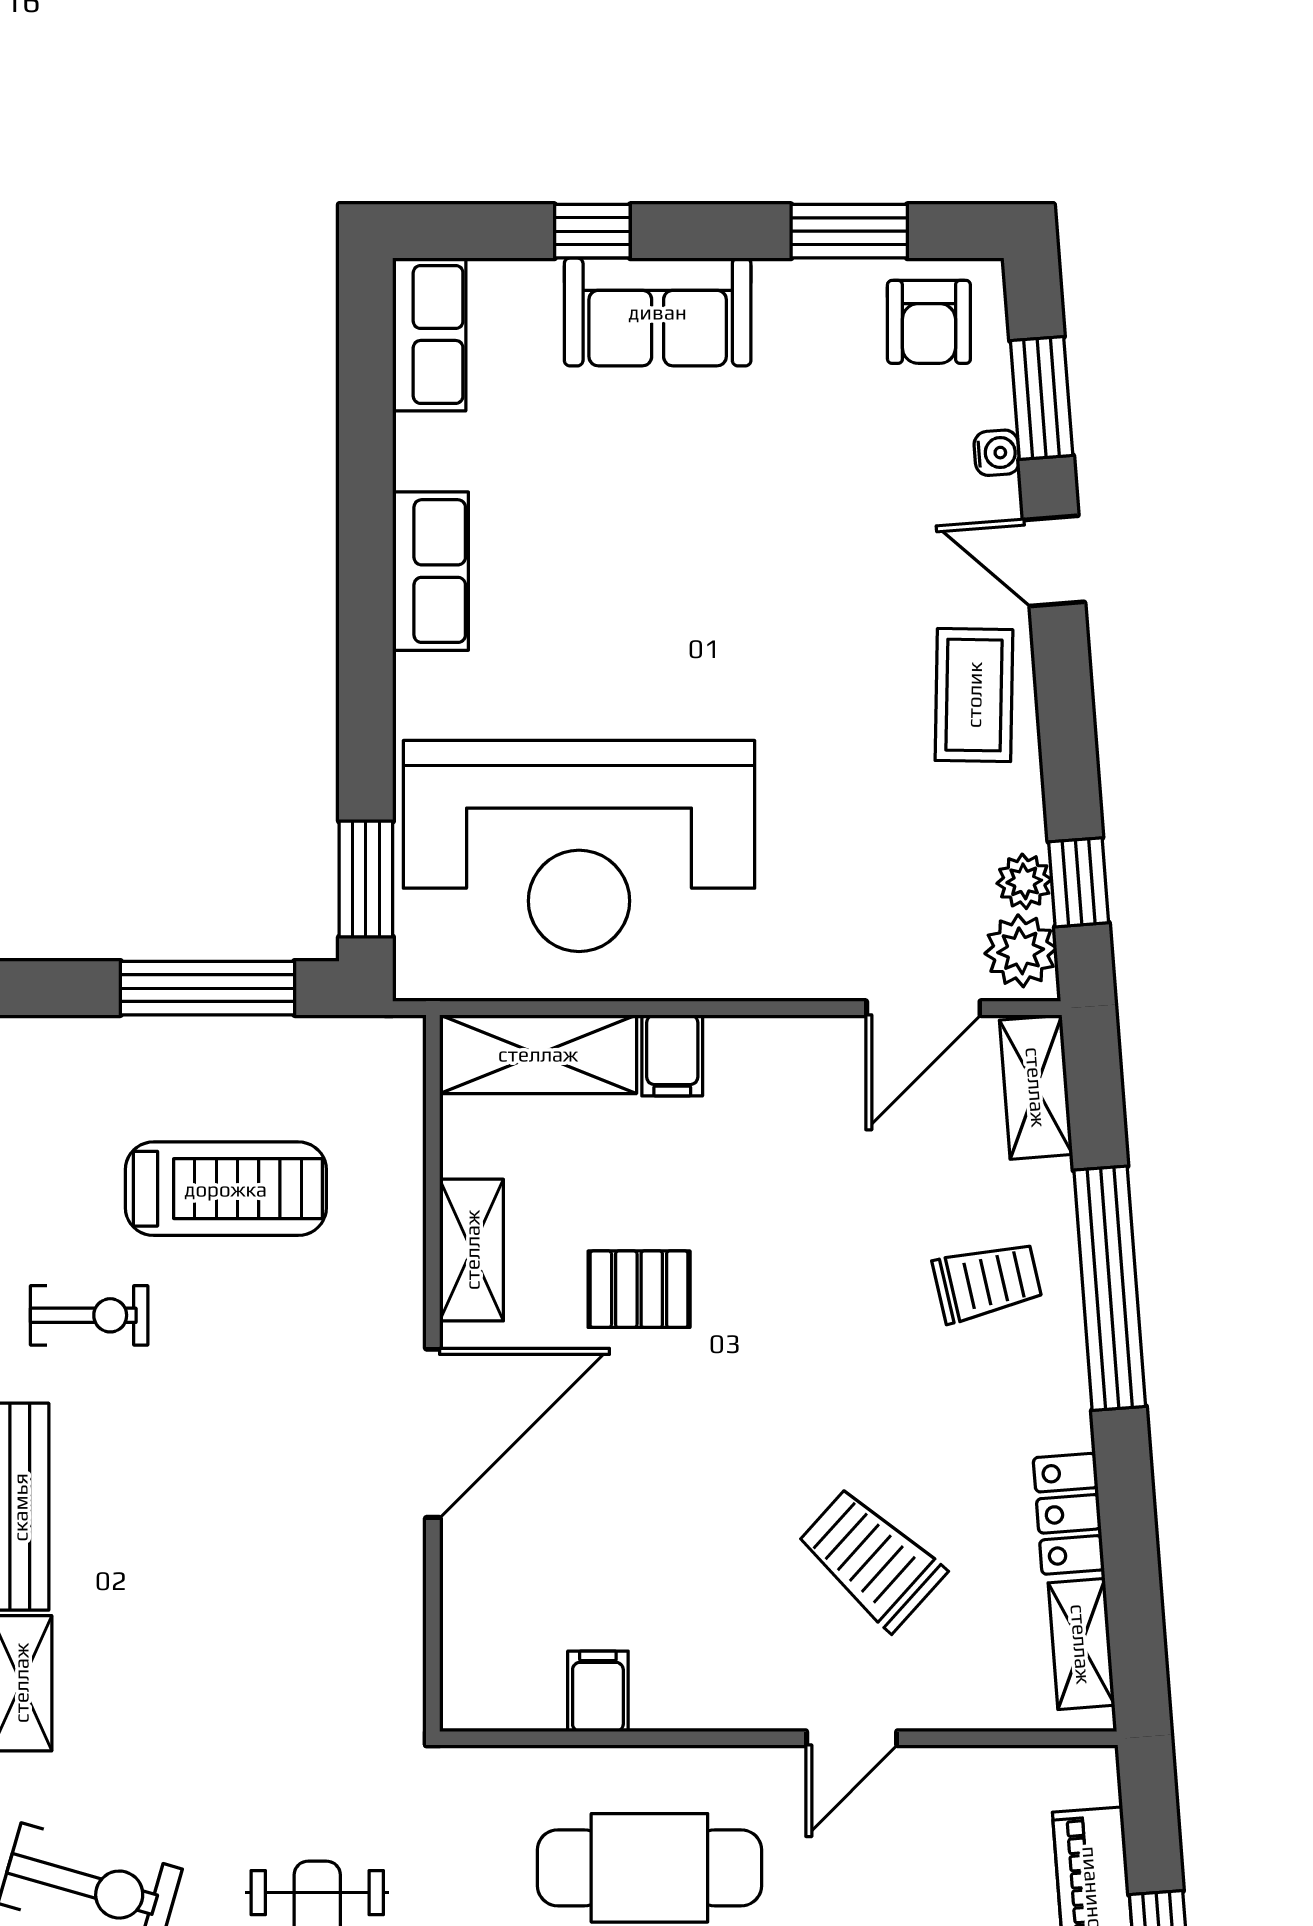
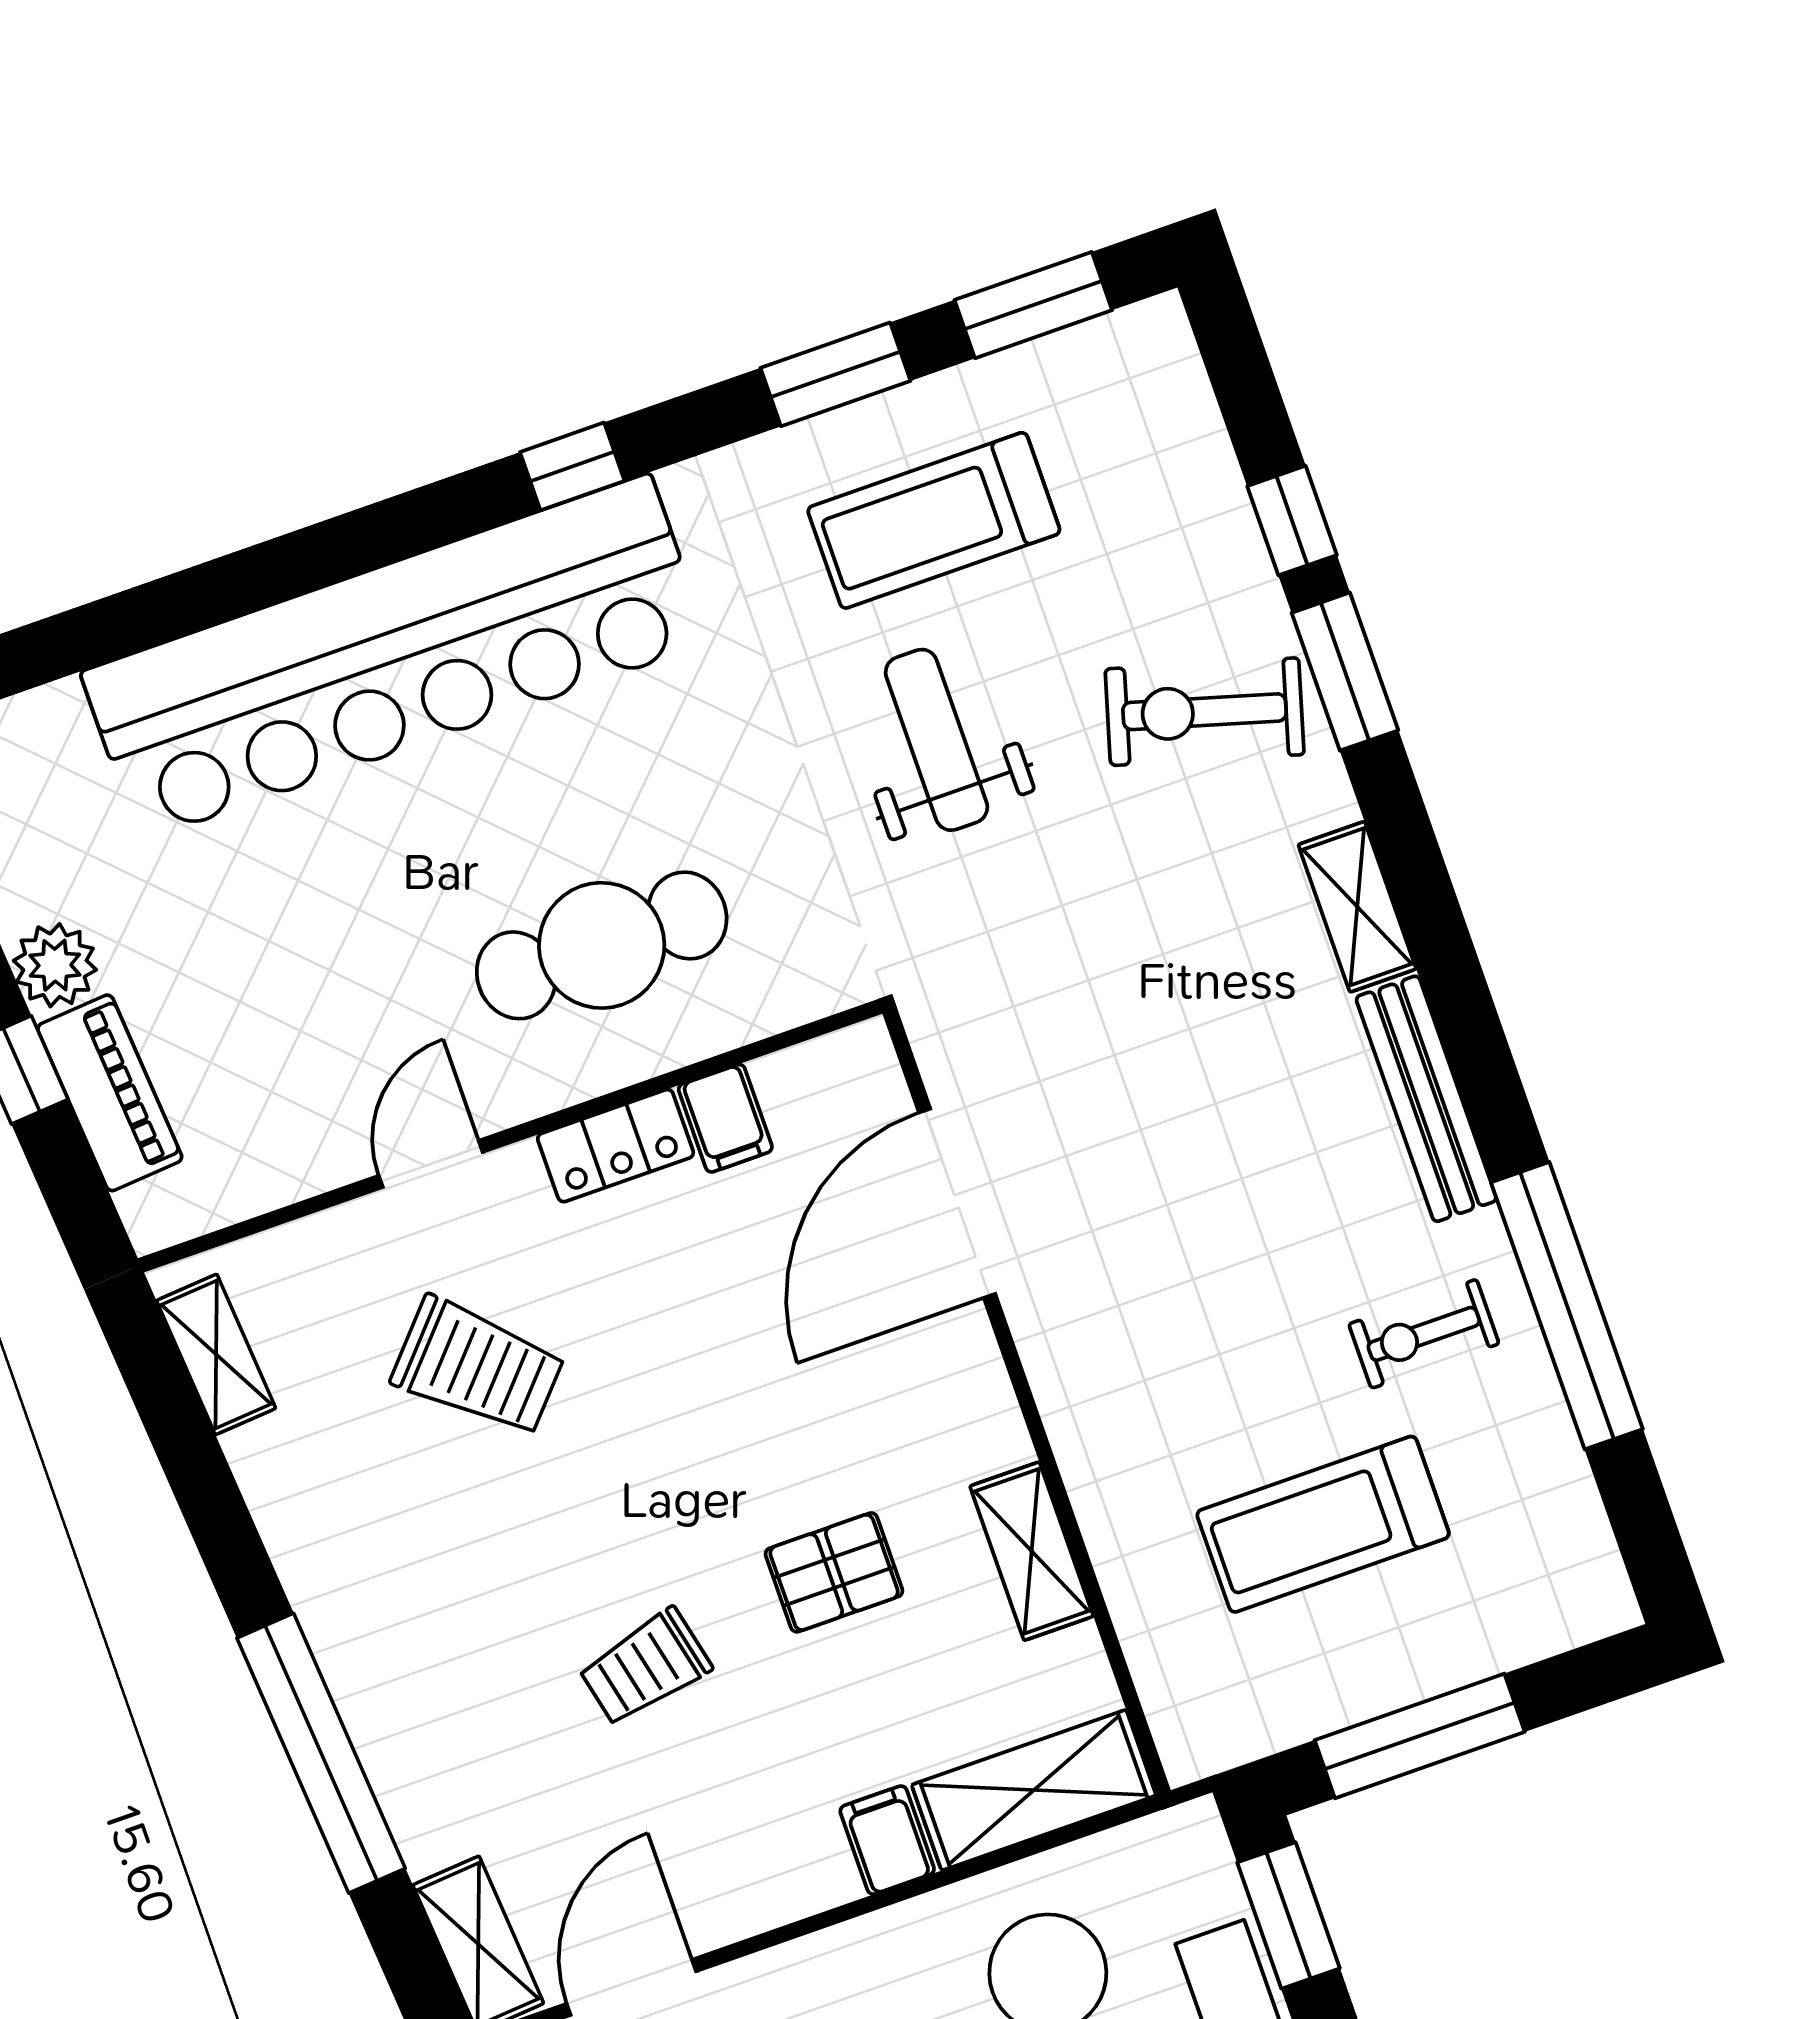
trolley: (987, 1282) -> (645, 1667), moved
door: (433, 1433) -> (957, 1203), moved
locker: (1069, 1514) -> (616, 1146), moved, turned 94

